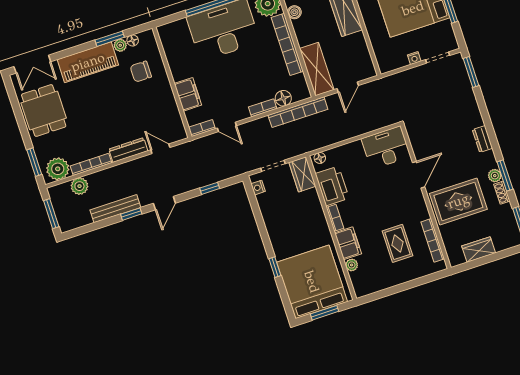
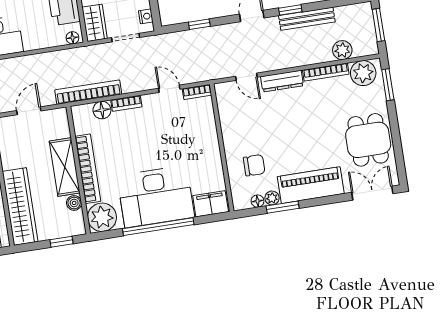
shelving: (317, 69) -> (65, 167), moved
filing cabinet: (188, 94) -> (211, 204), moved, turned 90

